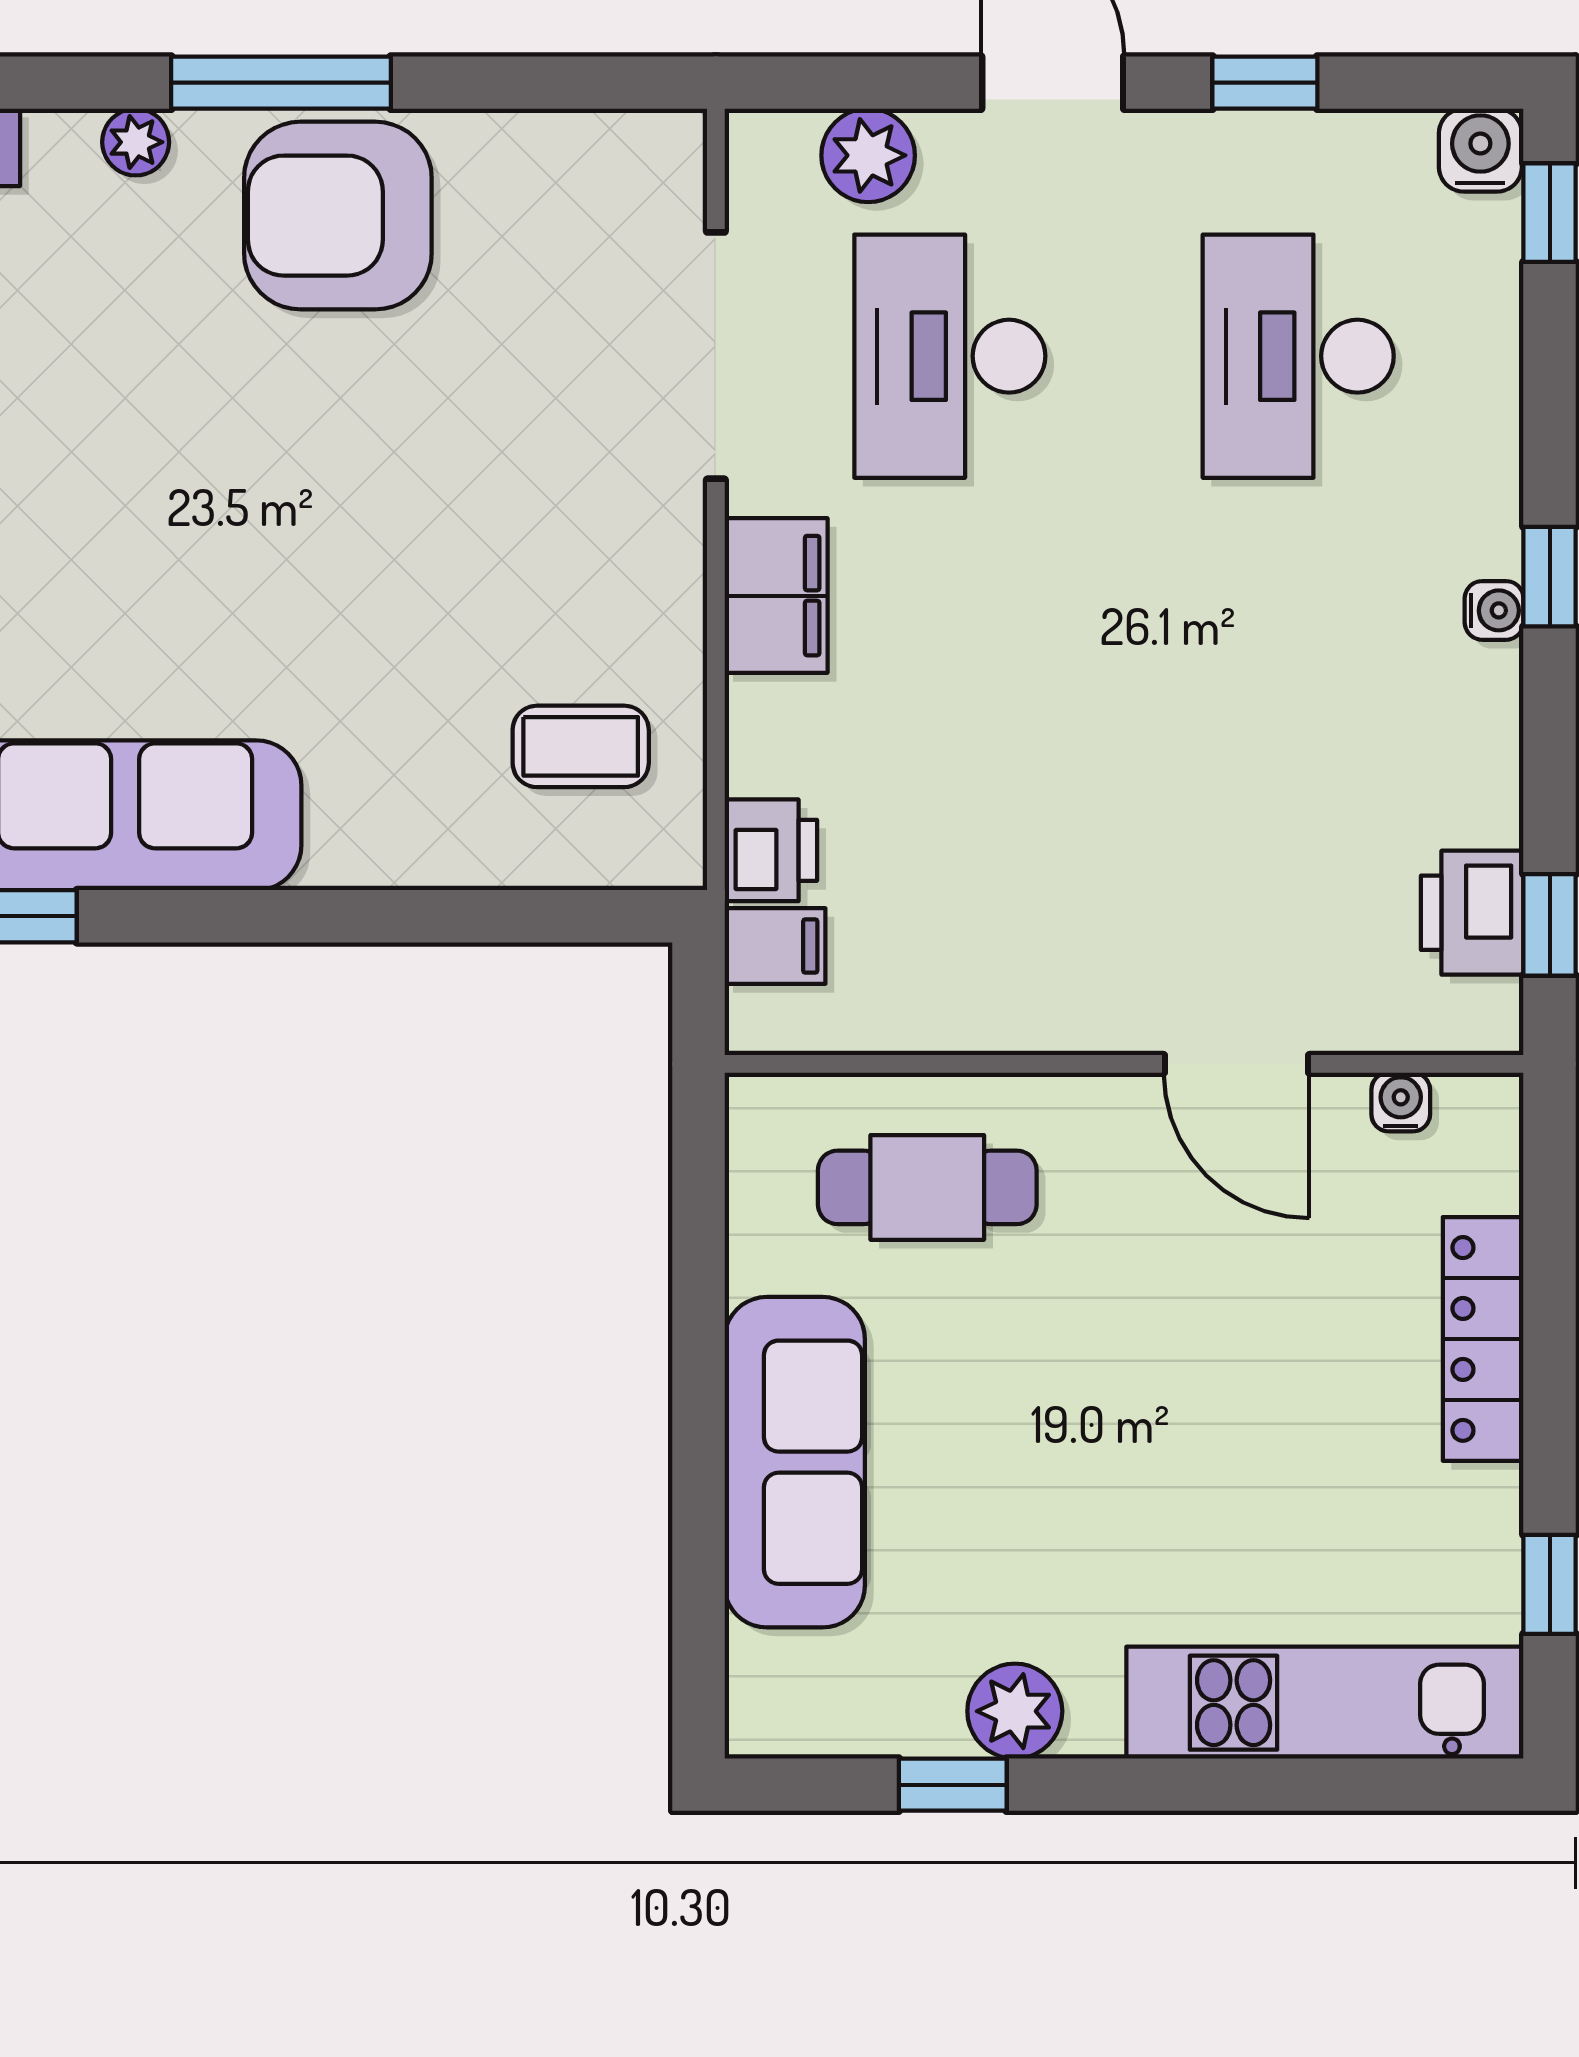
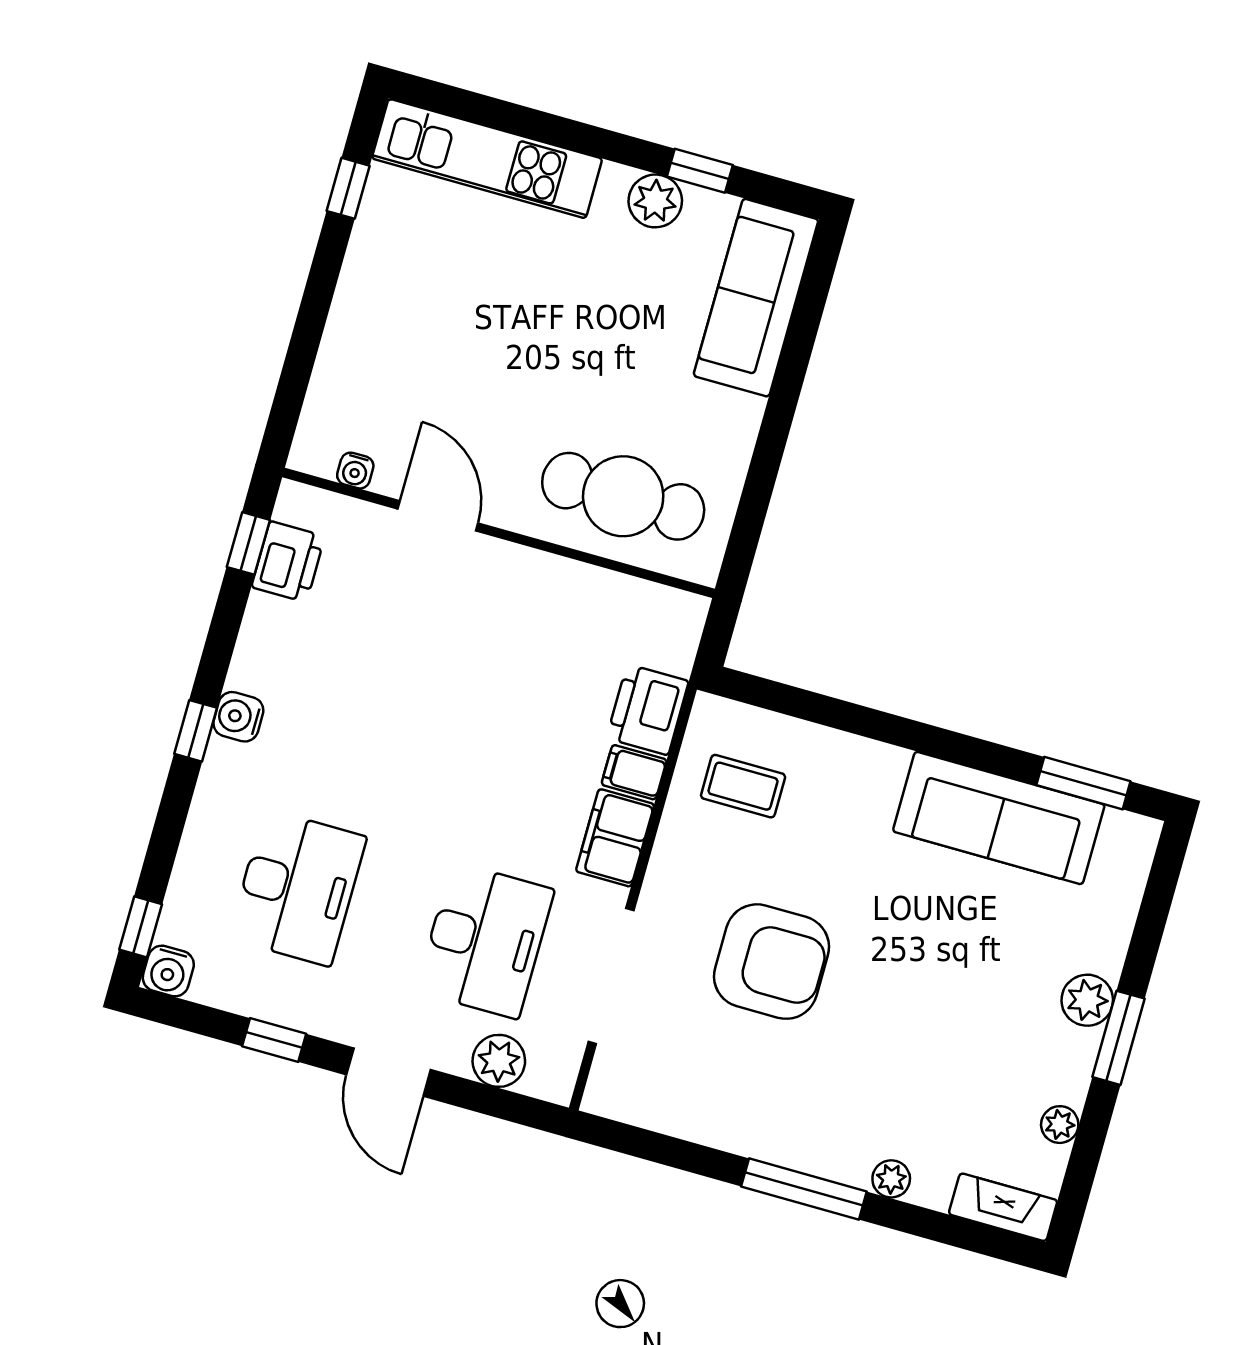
armchair: (338, 216) -> (771, 962), moved
water cooler: (1494, 610) -> (238, 717), width x1.38, depth x1.38
printer: (771, 850) -> (648, 710), width x1.36, depth x1.24
filing cabinet: (775, 946) -> (634, 772), moved
cafe table: (927, 1187) -> (623, 496), width x1.37, depth x1.35
locker: (1483, 1339) -> (347, 330), removed
sofa: (795, 1462) -> (756, 298), moved

